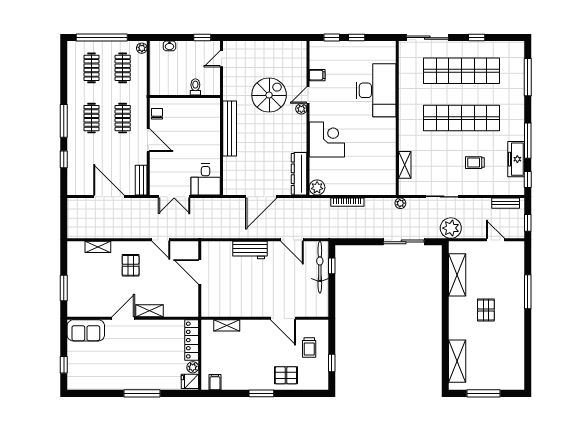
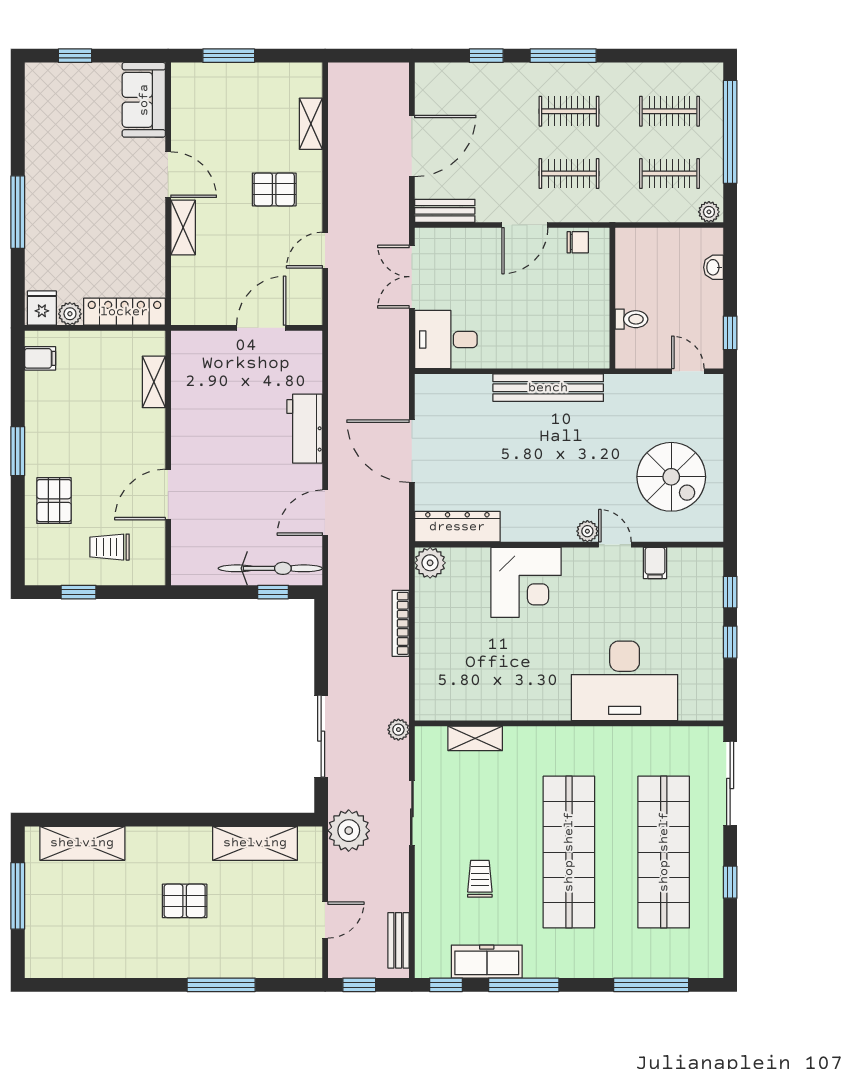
spiral stairs: (269, 95) -> (671, 477), moved

